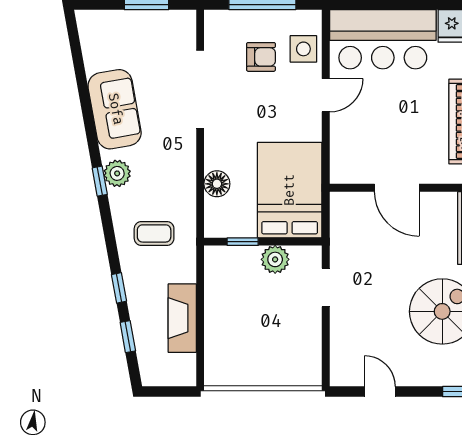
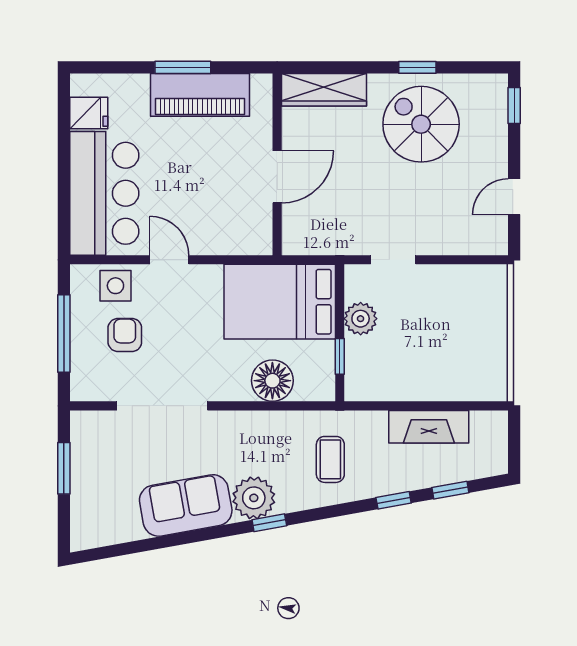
plant: (117, 173) -> (254, 498), width x1.36, depth x1.36
floor lamp: (217, 184) -> (272, 381), width x1.38, depth x1.38

